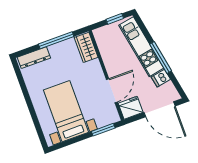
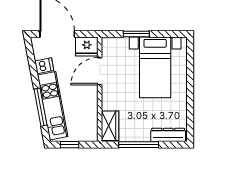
window: (161, 58) -> (40, 107), moved
window: (103, 130) -> (136, 34), moved

